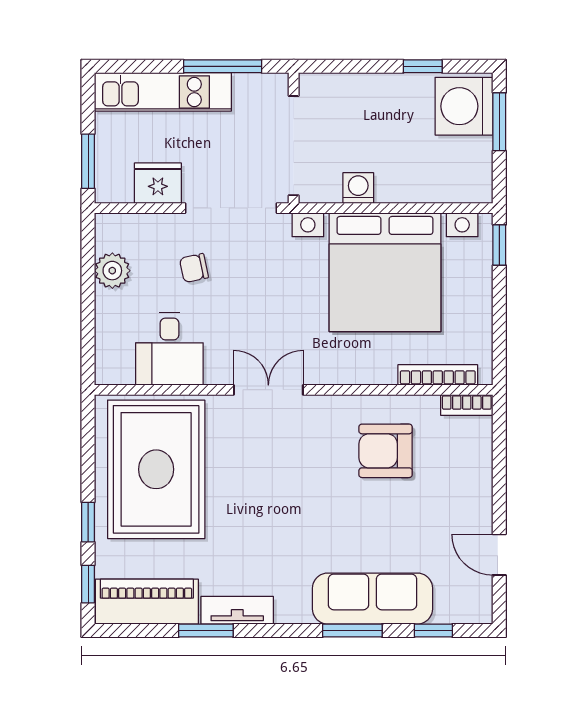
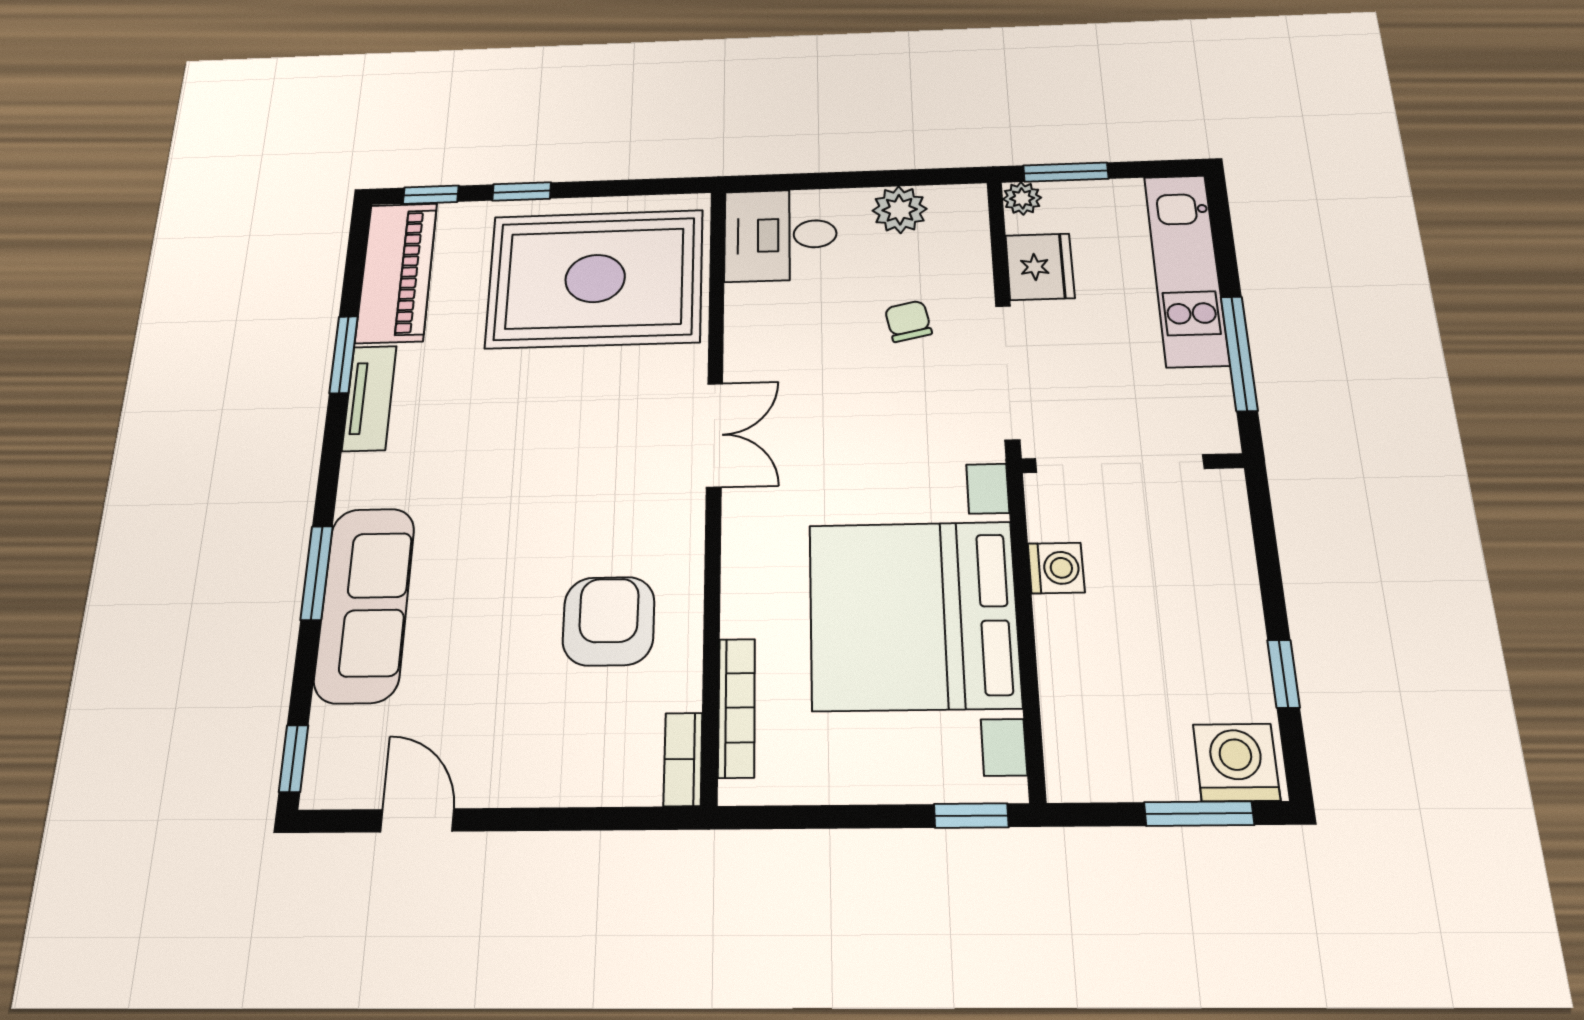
washing machine: (464, 106) -> (1236, 762), width x0.73, depth x0.73
plant: (107, 191) -> (1022, 198), added
desk: (169, 349) -> (780, 235), moved
door: (499, 555) -> (417, 820), hinge flipped
window: (433, 630) -> (294, 759), moved

